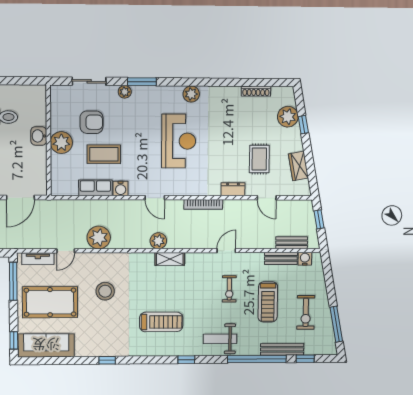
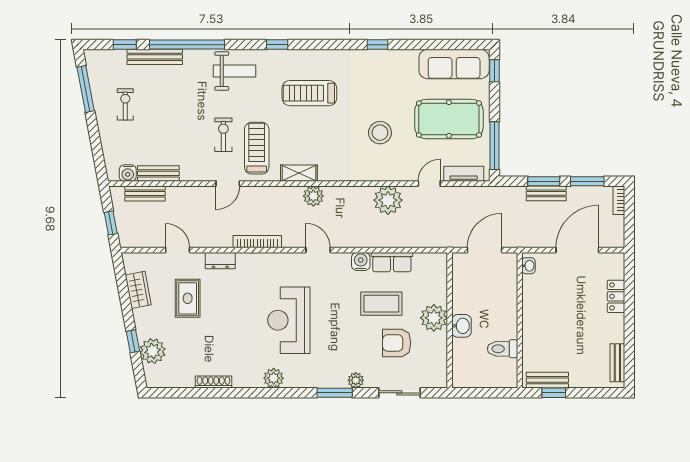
shoe rack: (256, 91) -> (213, 382), moved
treadmill: (268, 302) -> (257, 148), moved
exercise bike: (306, 312) -> (125, 104), width x0.73, depth x0.72

